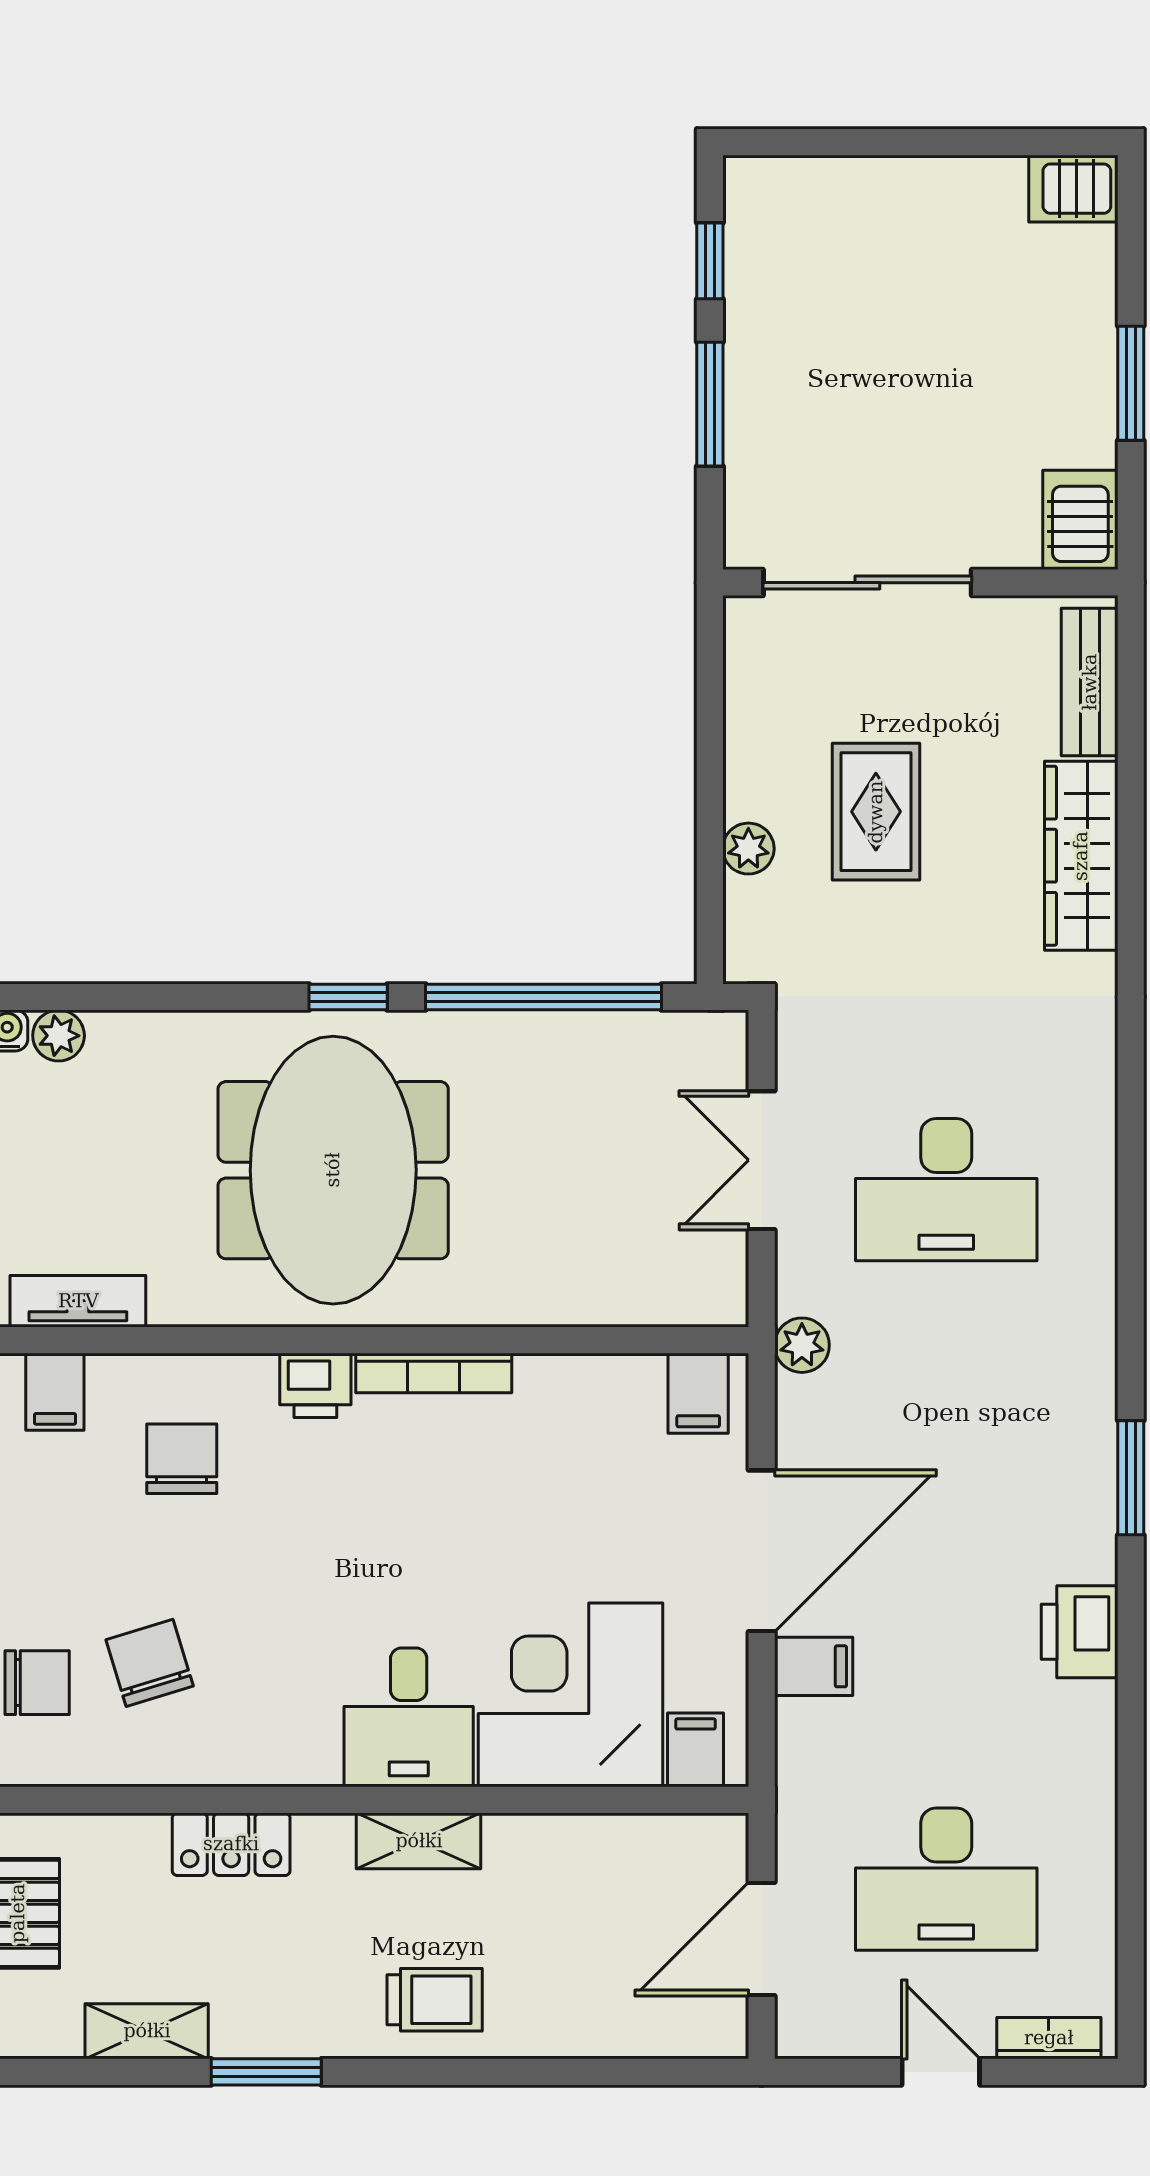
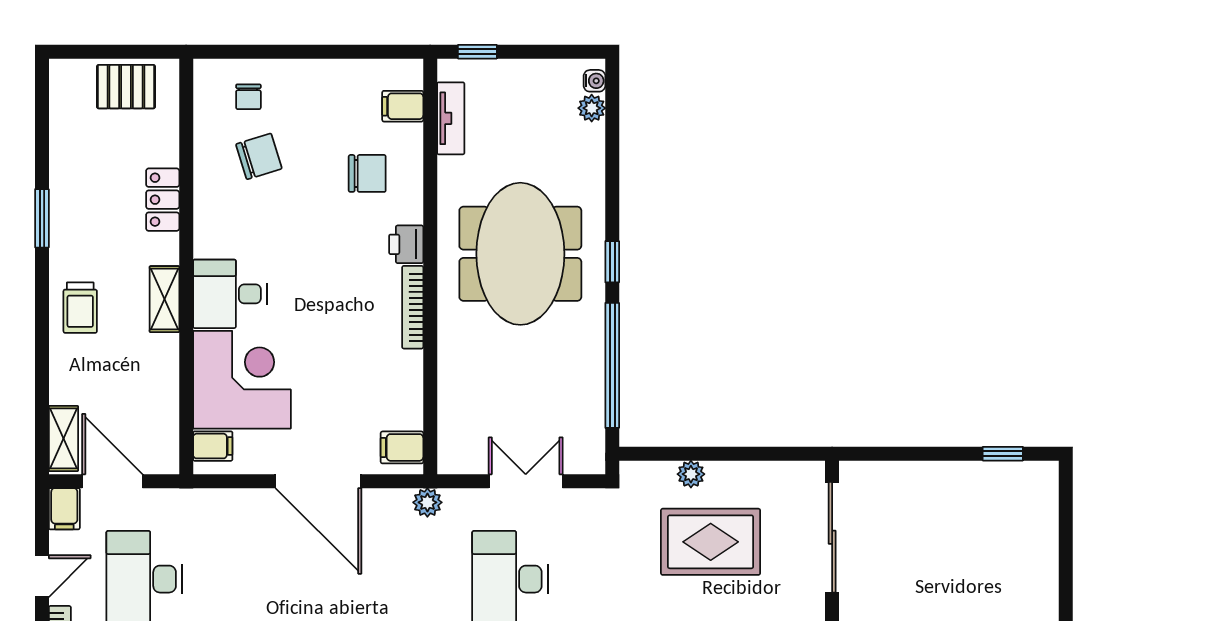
window: (710, 404) -> (927, 454), removed
rug: (876, 812) -> (711, 542), width x1.36, depth x1.43
meeting table: (333, 1170) -> (520, 254), turned 90
filing cabinet: (814, 1666) -> (64, 509), moved
chair: (37, 1683) -> (248, 97), width x0.73, depth x0.73
shelving: (147, 2031) -> (63, 438), moved

